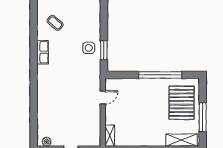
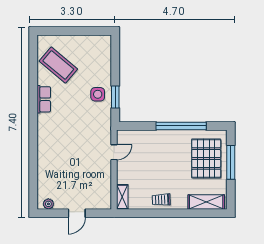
coffee table: (55, 23) -> (58, 65), width x1.86, depth x1.72
window: (203, 117) -> (231, 162), moved
trolley: (143, 138) -> (161, 200), added

